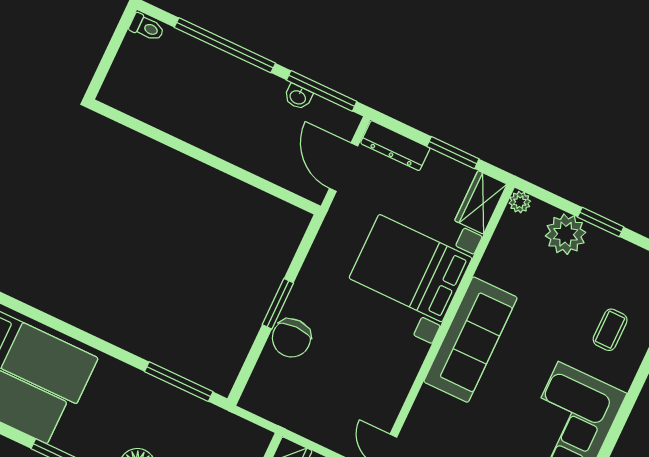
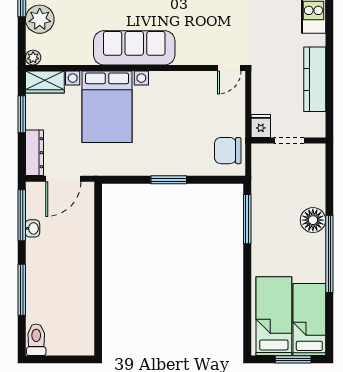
toilet: (147, 27) -> (36, 340), width x1.37, depth x1.39
window: (225, 45) -> (22, 290), width x0.68
chair: (291, 338) -> (228, 151), moved, turned 180

